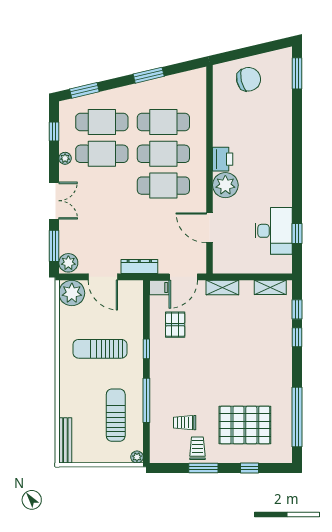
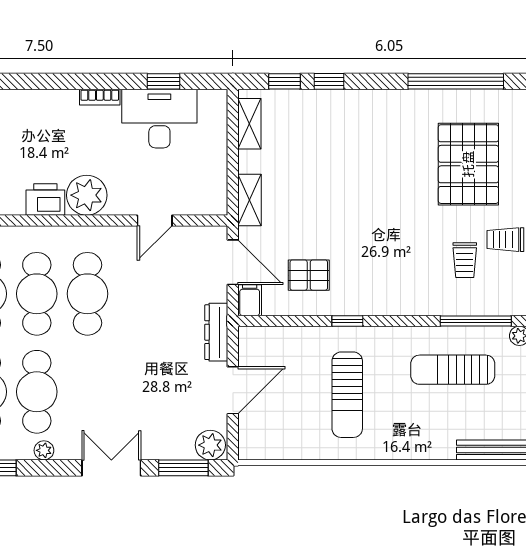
bookcase: (287, 193) -> (100, 97), added
door: (209, 228) -> (155, 220), width x0.73
plant: (72, 293) -> (258, 440), removed
window: (146, 400) -> (476, 321), moved

